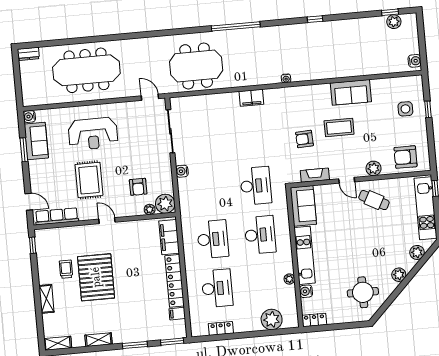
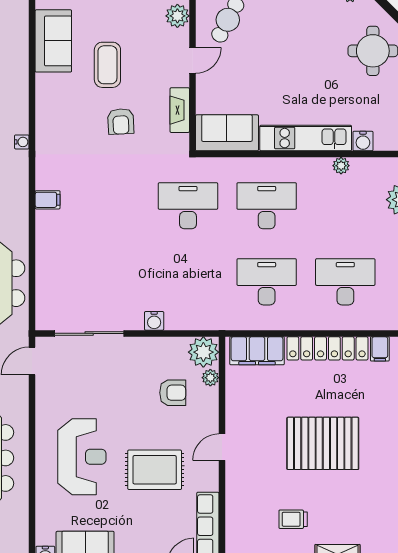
filing cabinet: (251, 98) -> (48, 200), width x0.50
pallet: (96, 277) -> (323, 443), moved

